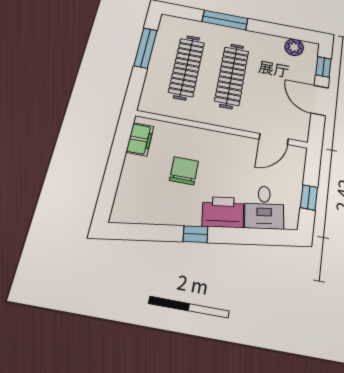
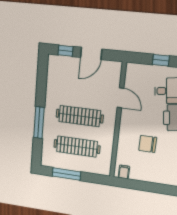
plant: (294, 47) -> (53, 73), removed
filing cabinet: (140, 139) -> (124, 172), width x0.50
door: (274, 139) -> (121, 98), moved

